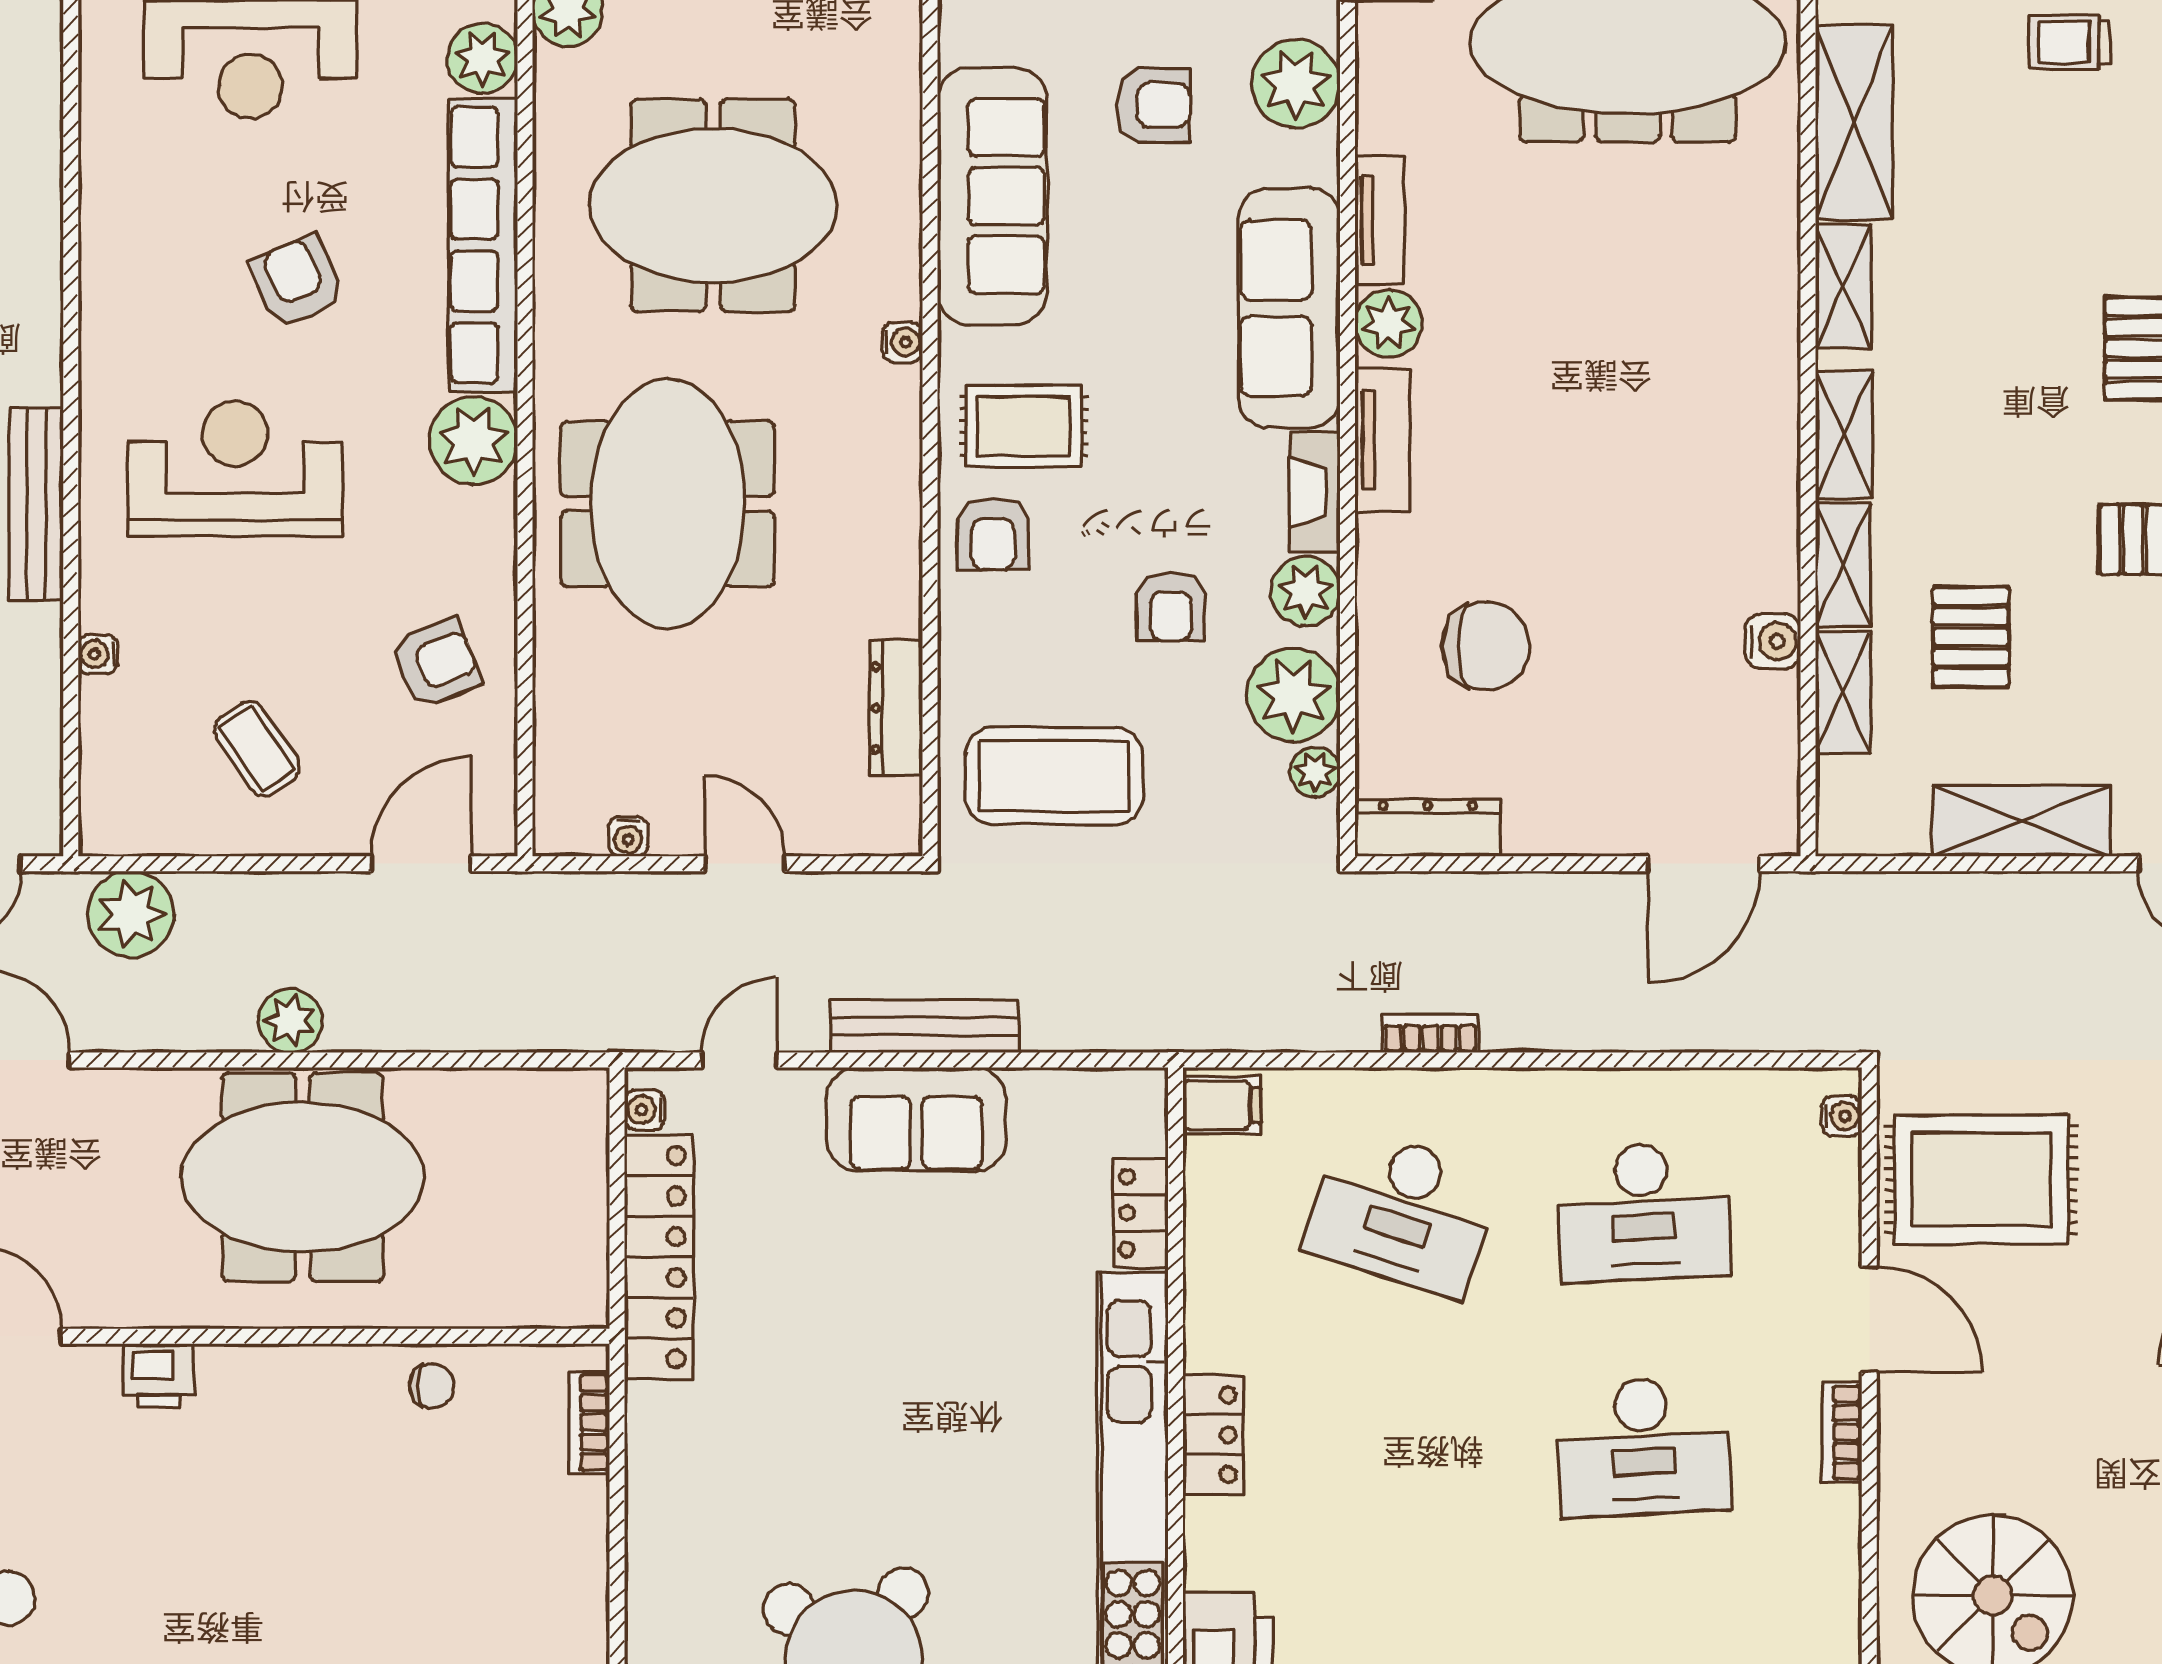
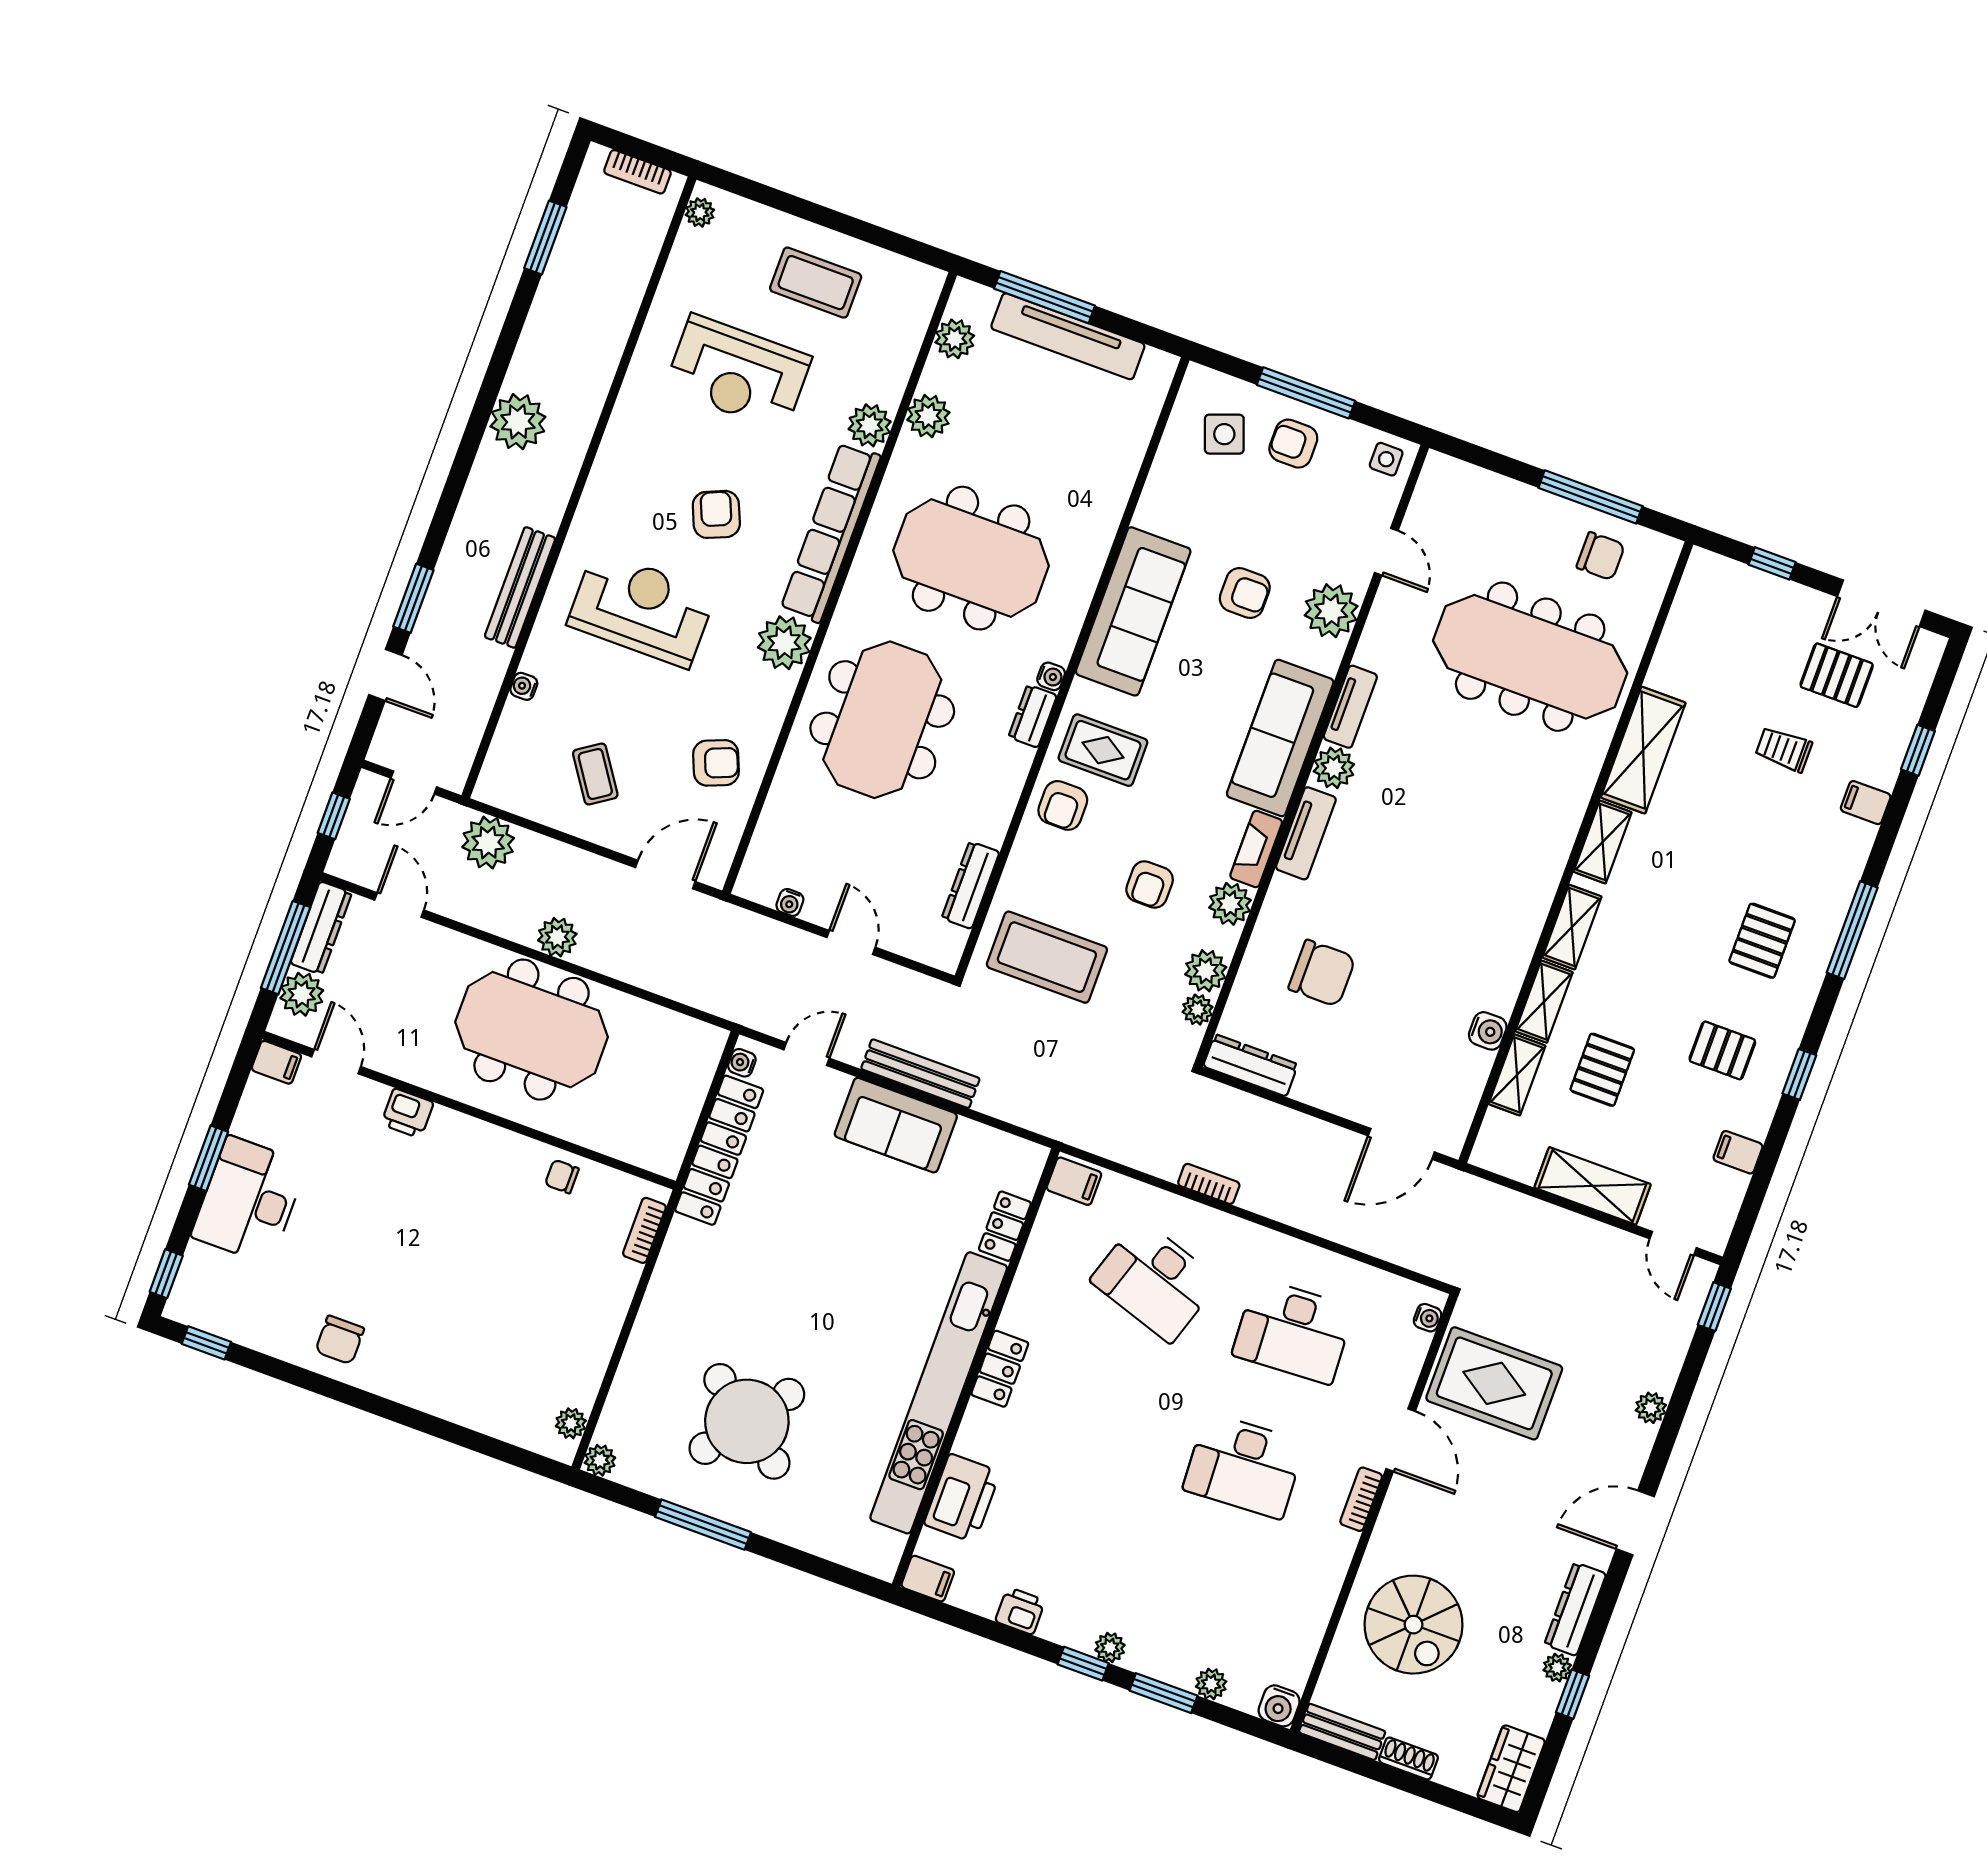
dresser: (897, 414) -> (1033, 716), added
plant: (1293, 695) -> (1206, 971), width x0.73, depth x0.73
chair: (432, 1386) -> (562, 1177), turned 180

